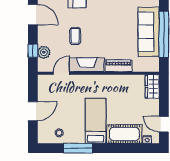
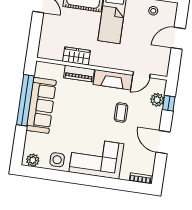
wardrobe: (152, 87) -> (76, 56), moved, turned -90

